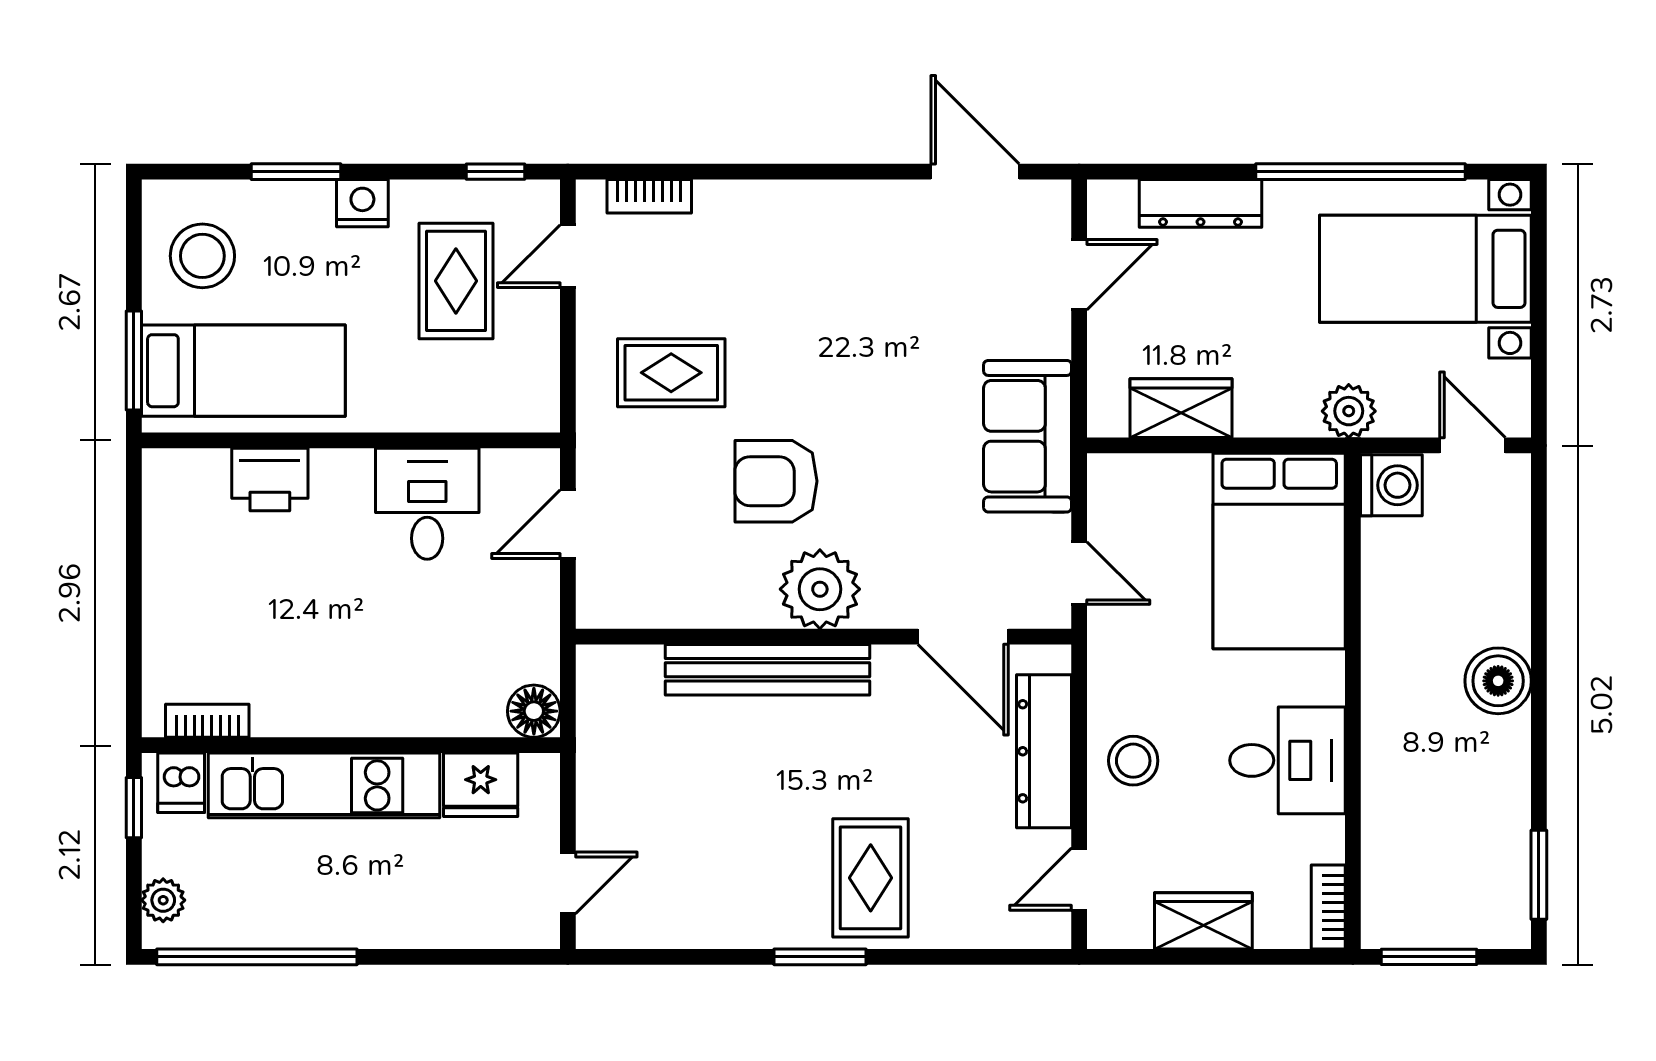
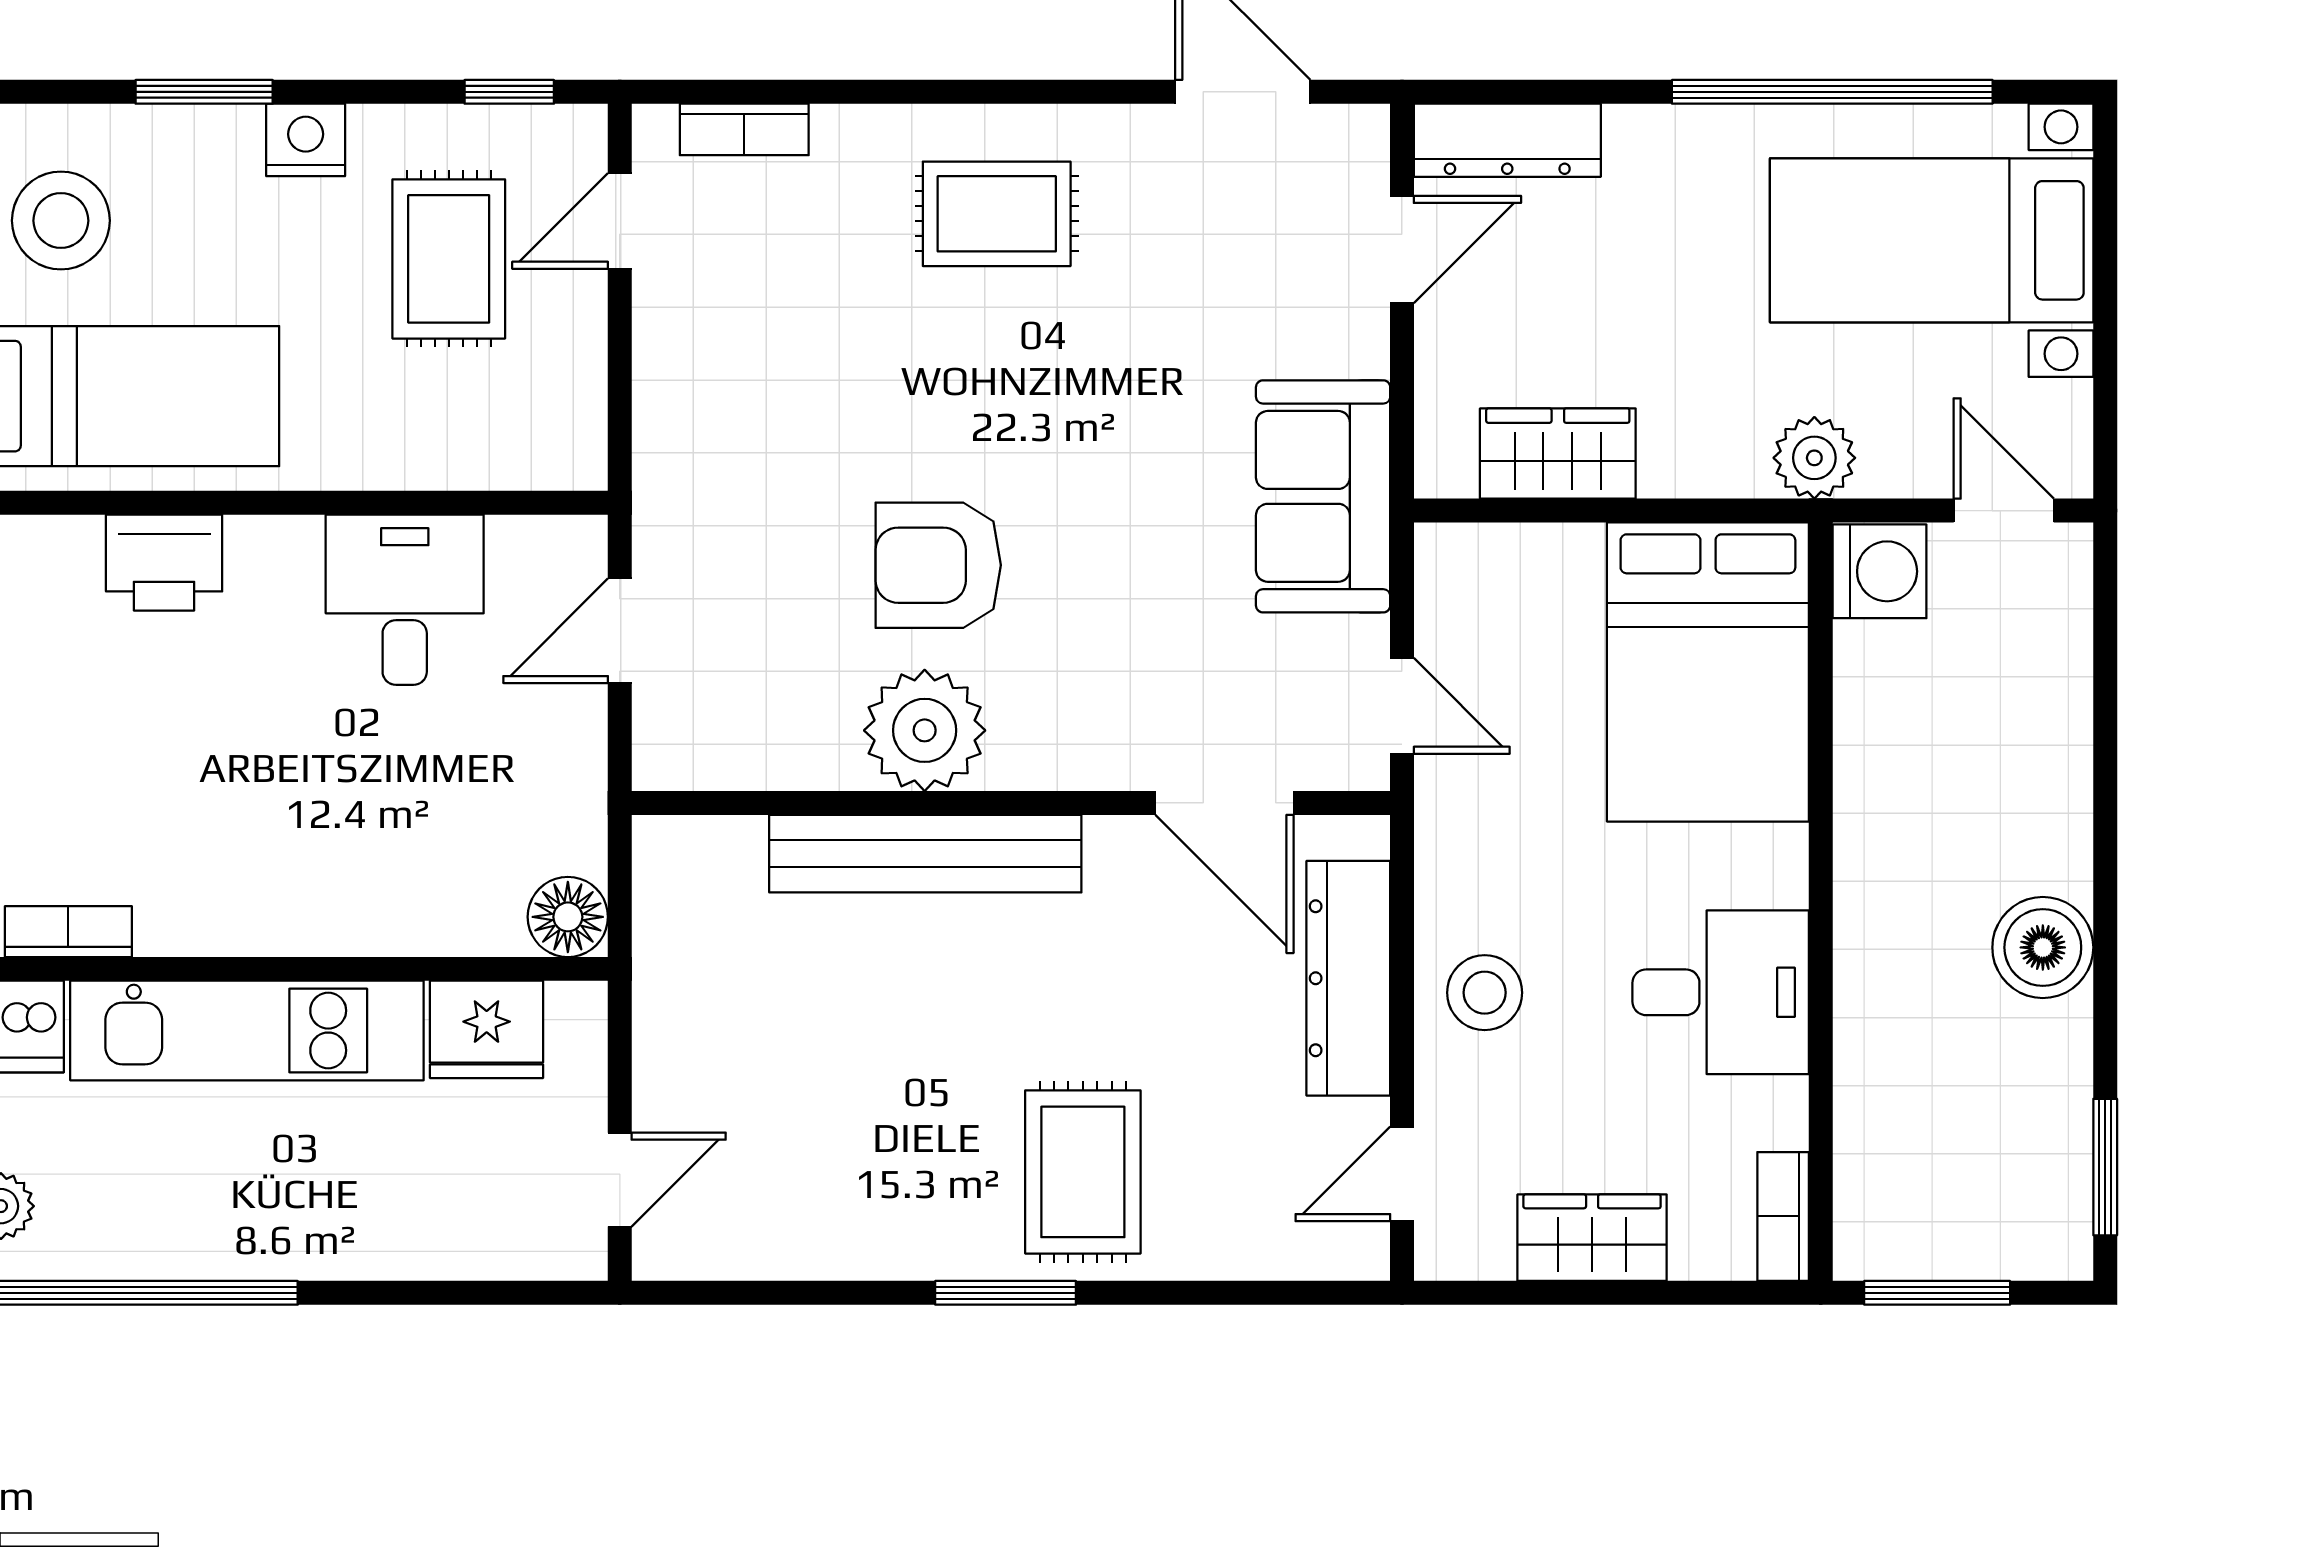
dresser: (1200, 203) -> (1507, 140), moved
rug: (671, 373) -> (997, 214), moved
plant: (820, 589) -> (925, 730), moved
boiler: (1498, 681) -> (2043, 947), moved

